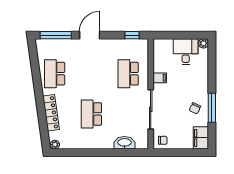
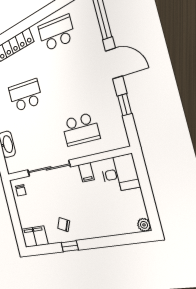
window: (132, 35) -> (125, 105), moved
desk: (186, 52) -> (120, 173), moved
school desk: (128, 74) -> (81, 129), turned 180
window: (212, 108) -> (70, 246), width x0.46

